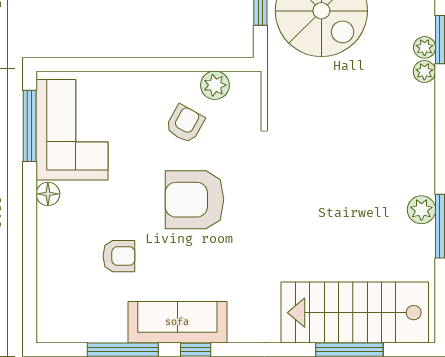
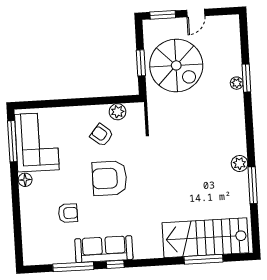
plant: (424, 71) -> (237, 97), removed
armchair: (185, 124) -> (102, 135), turned -80
plant: (421, 210) -> (240, 164), moved

